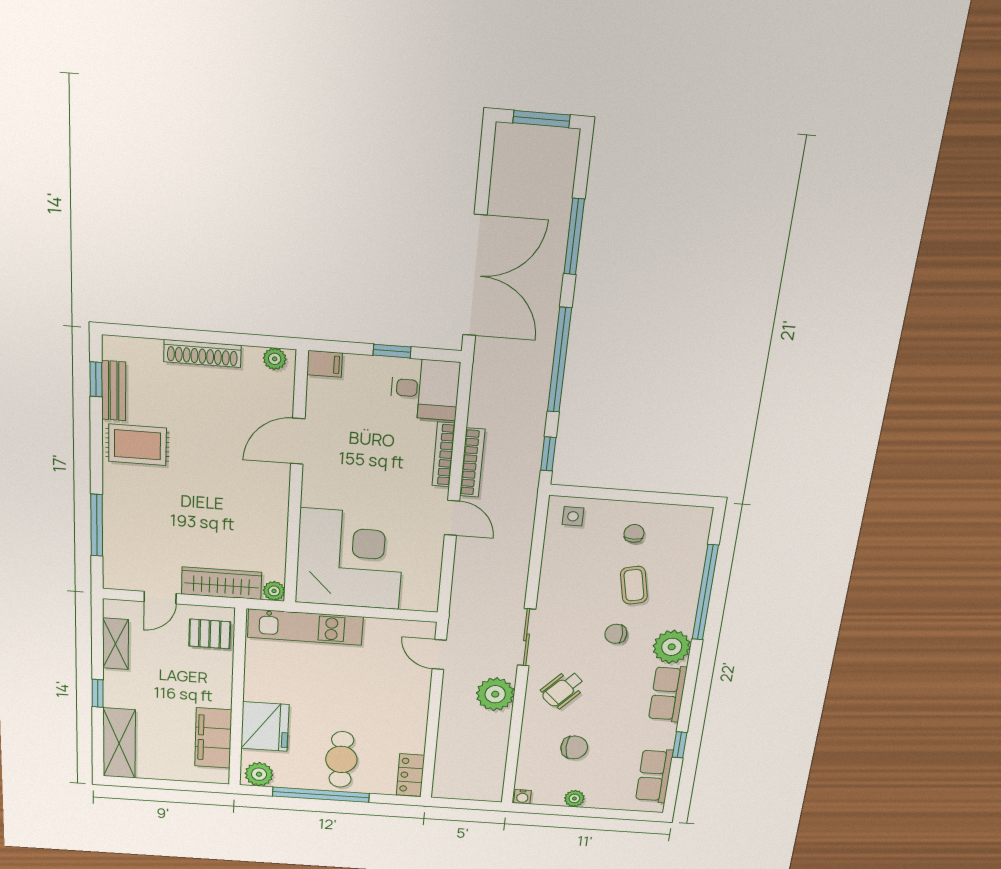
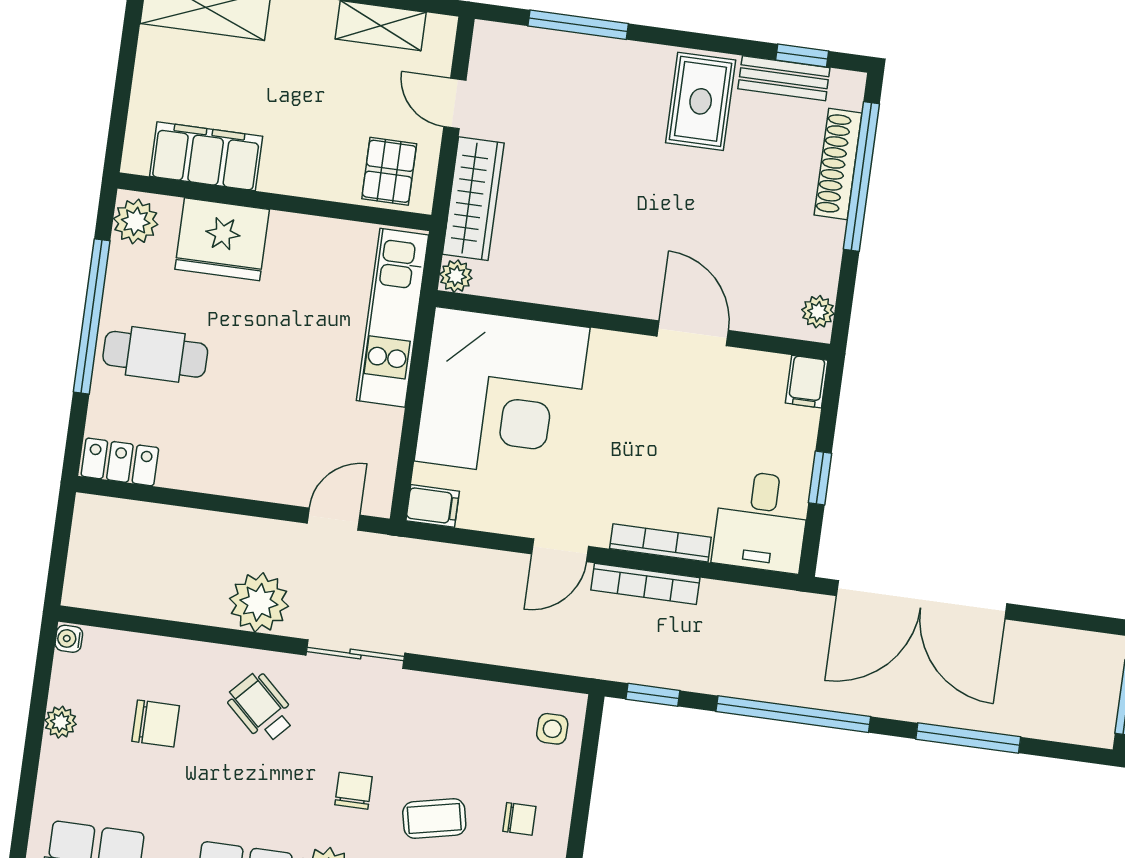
window: (176, 334) -> (861, 176), added
shoe rack: (202, 353) -> (838, 164), moved
filing cabinet: (427, 597) -> (433, 506), added
chair: (574, 747) -> (156, 723), turned -90

